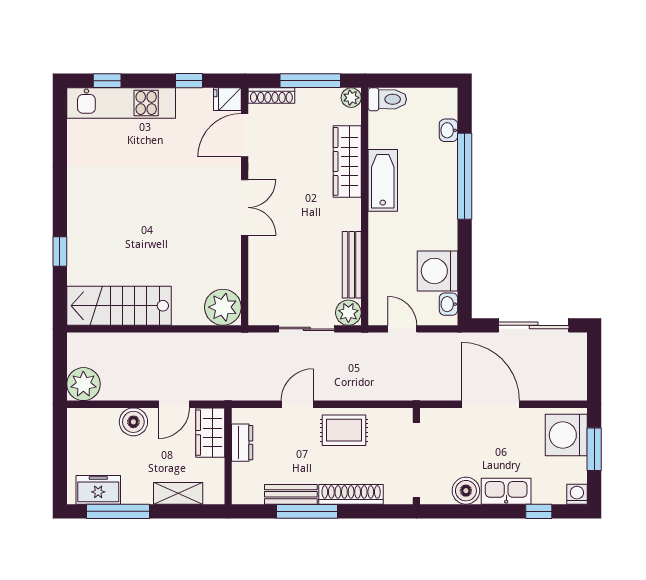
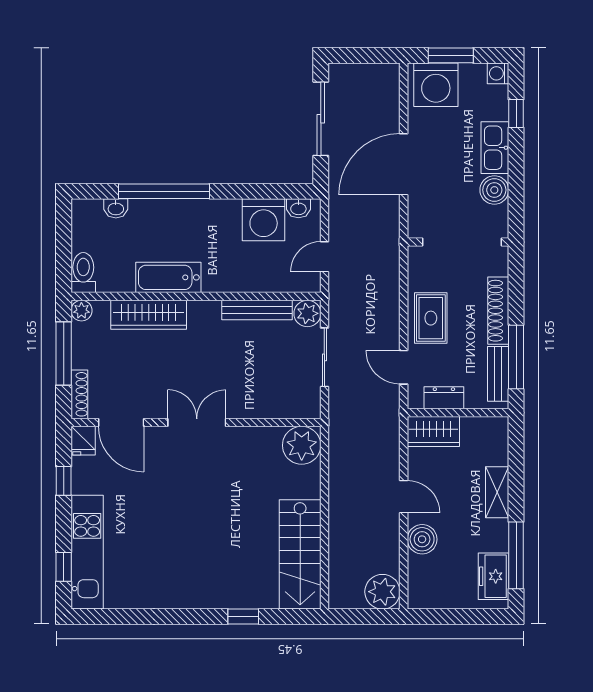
wardrobe: (210, 433) -> (433, 431), moved
dresser: (242, 443) -> (444, 398), moved
wall: (228, 456) -> (458, 413), moved

